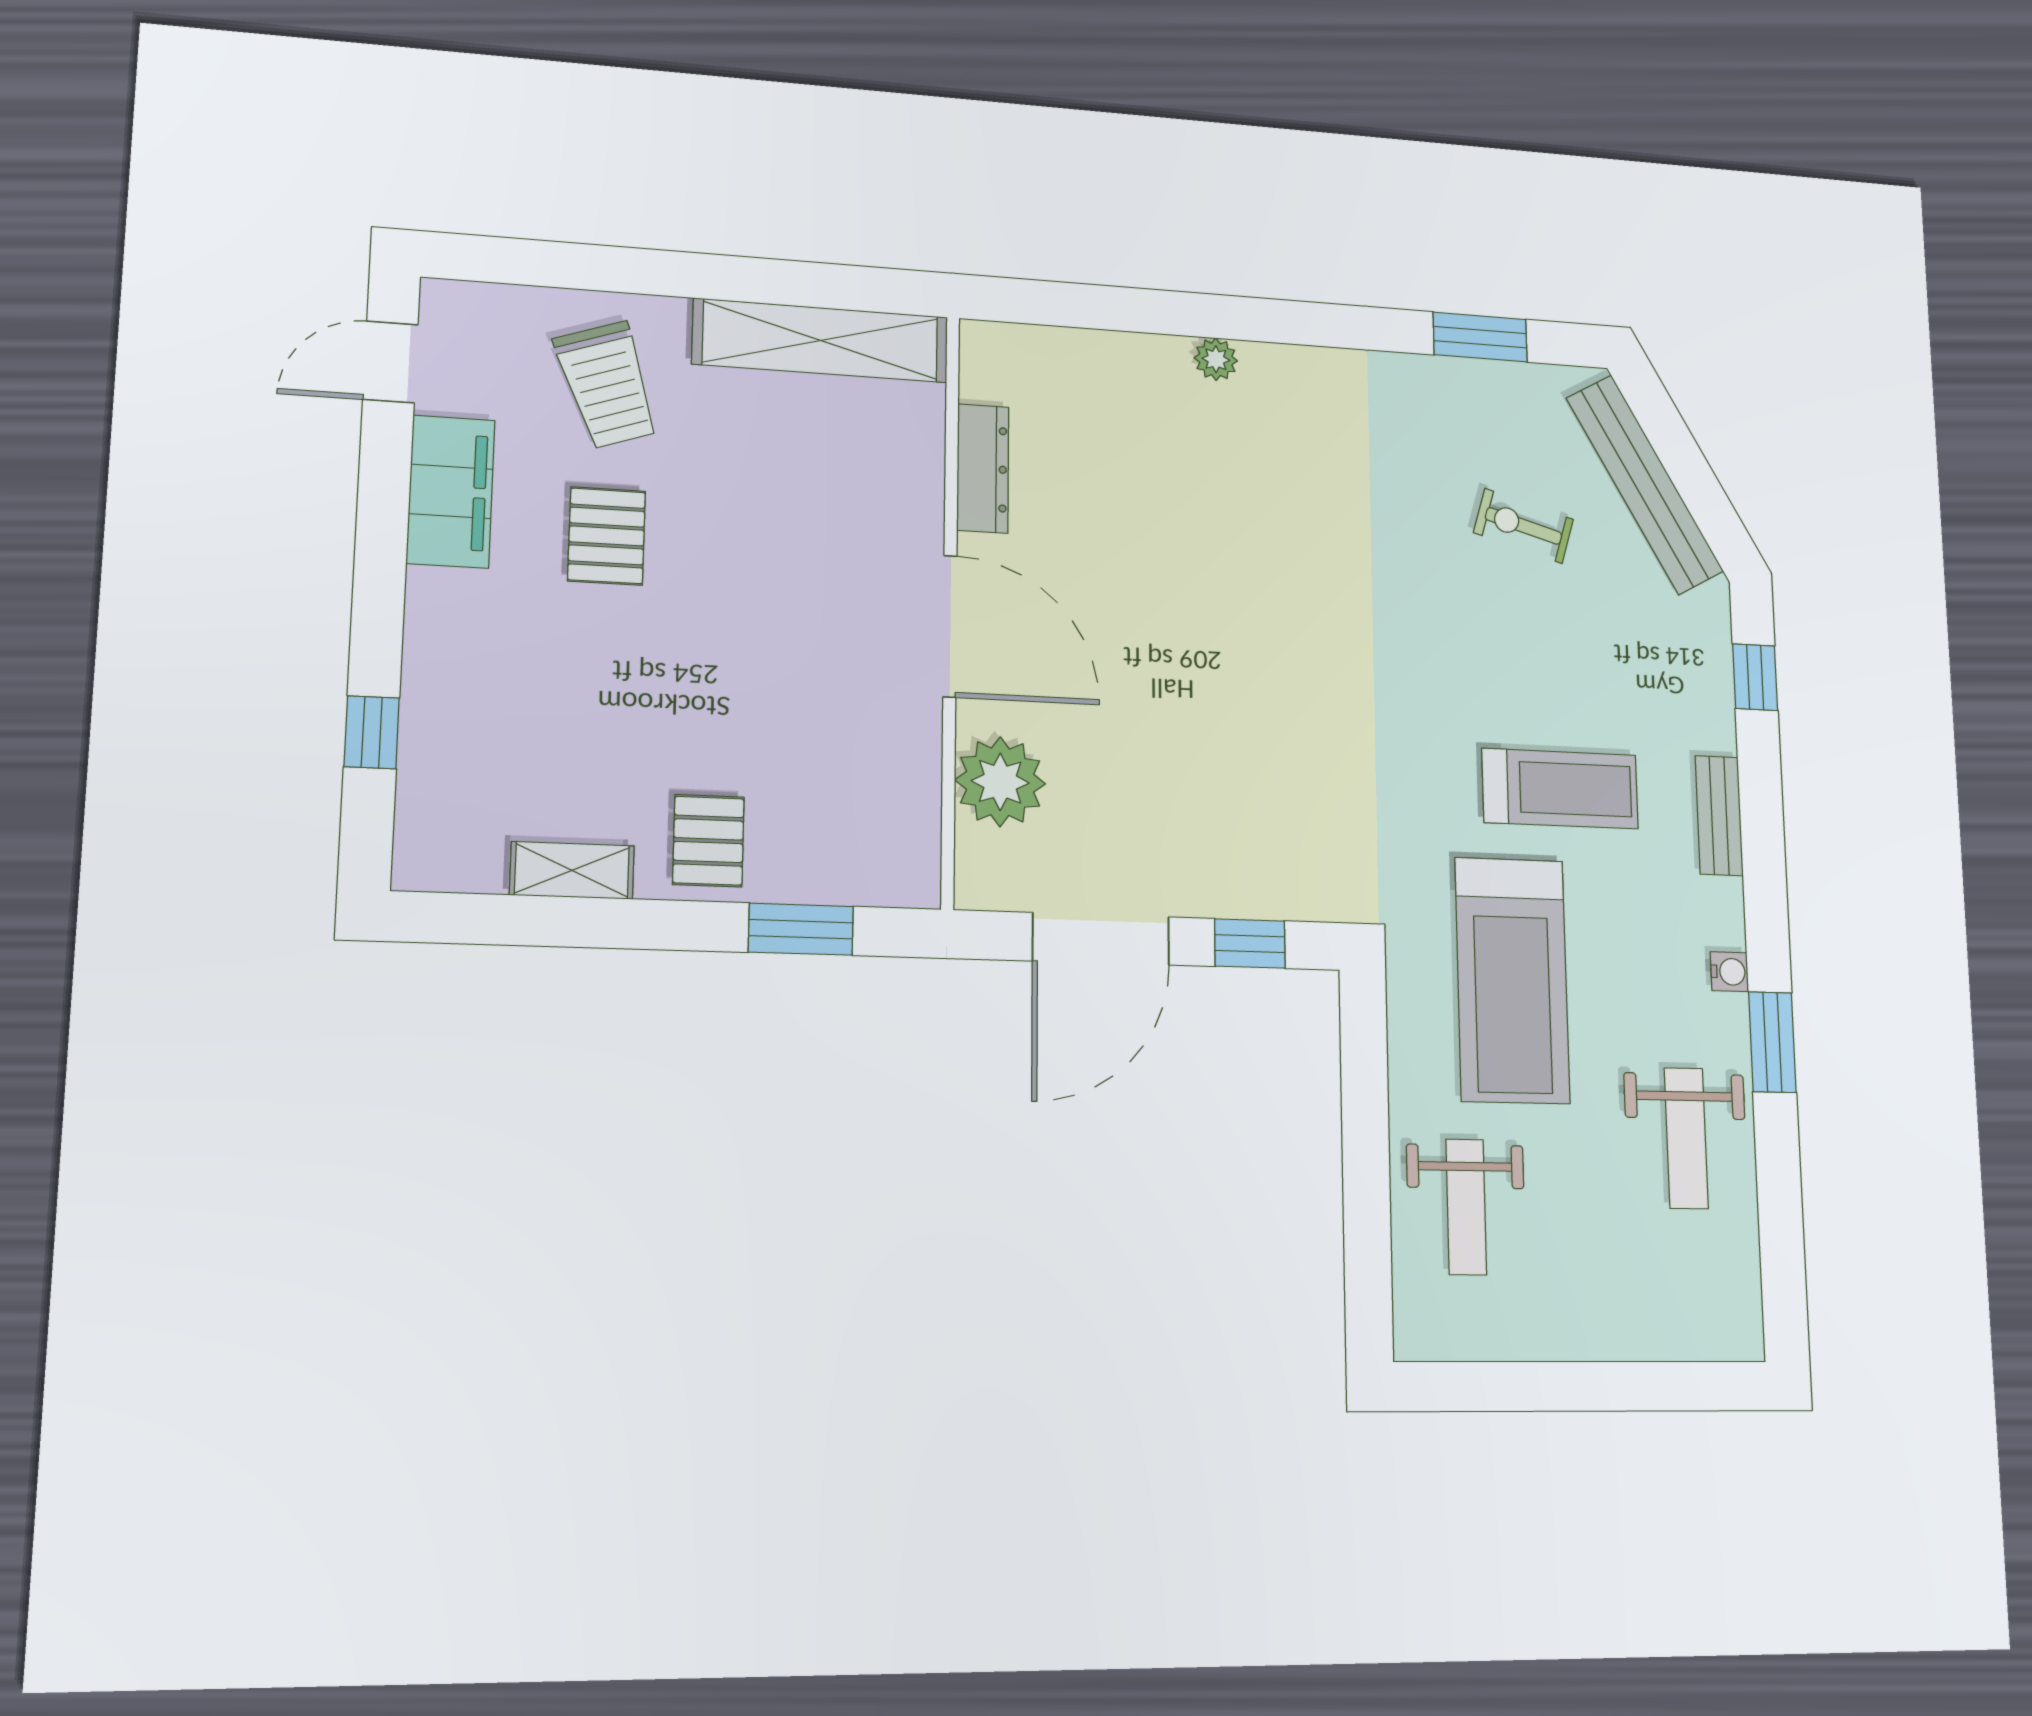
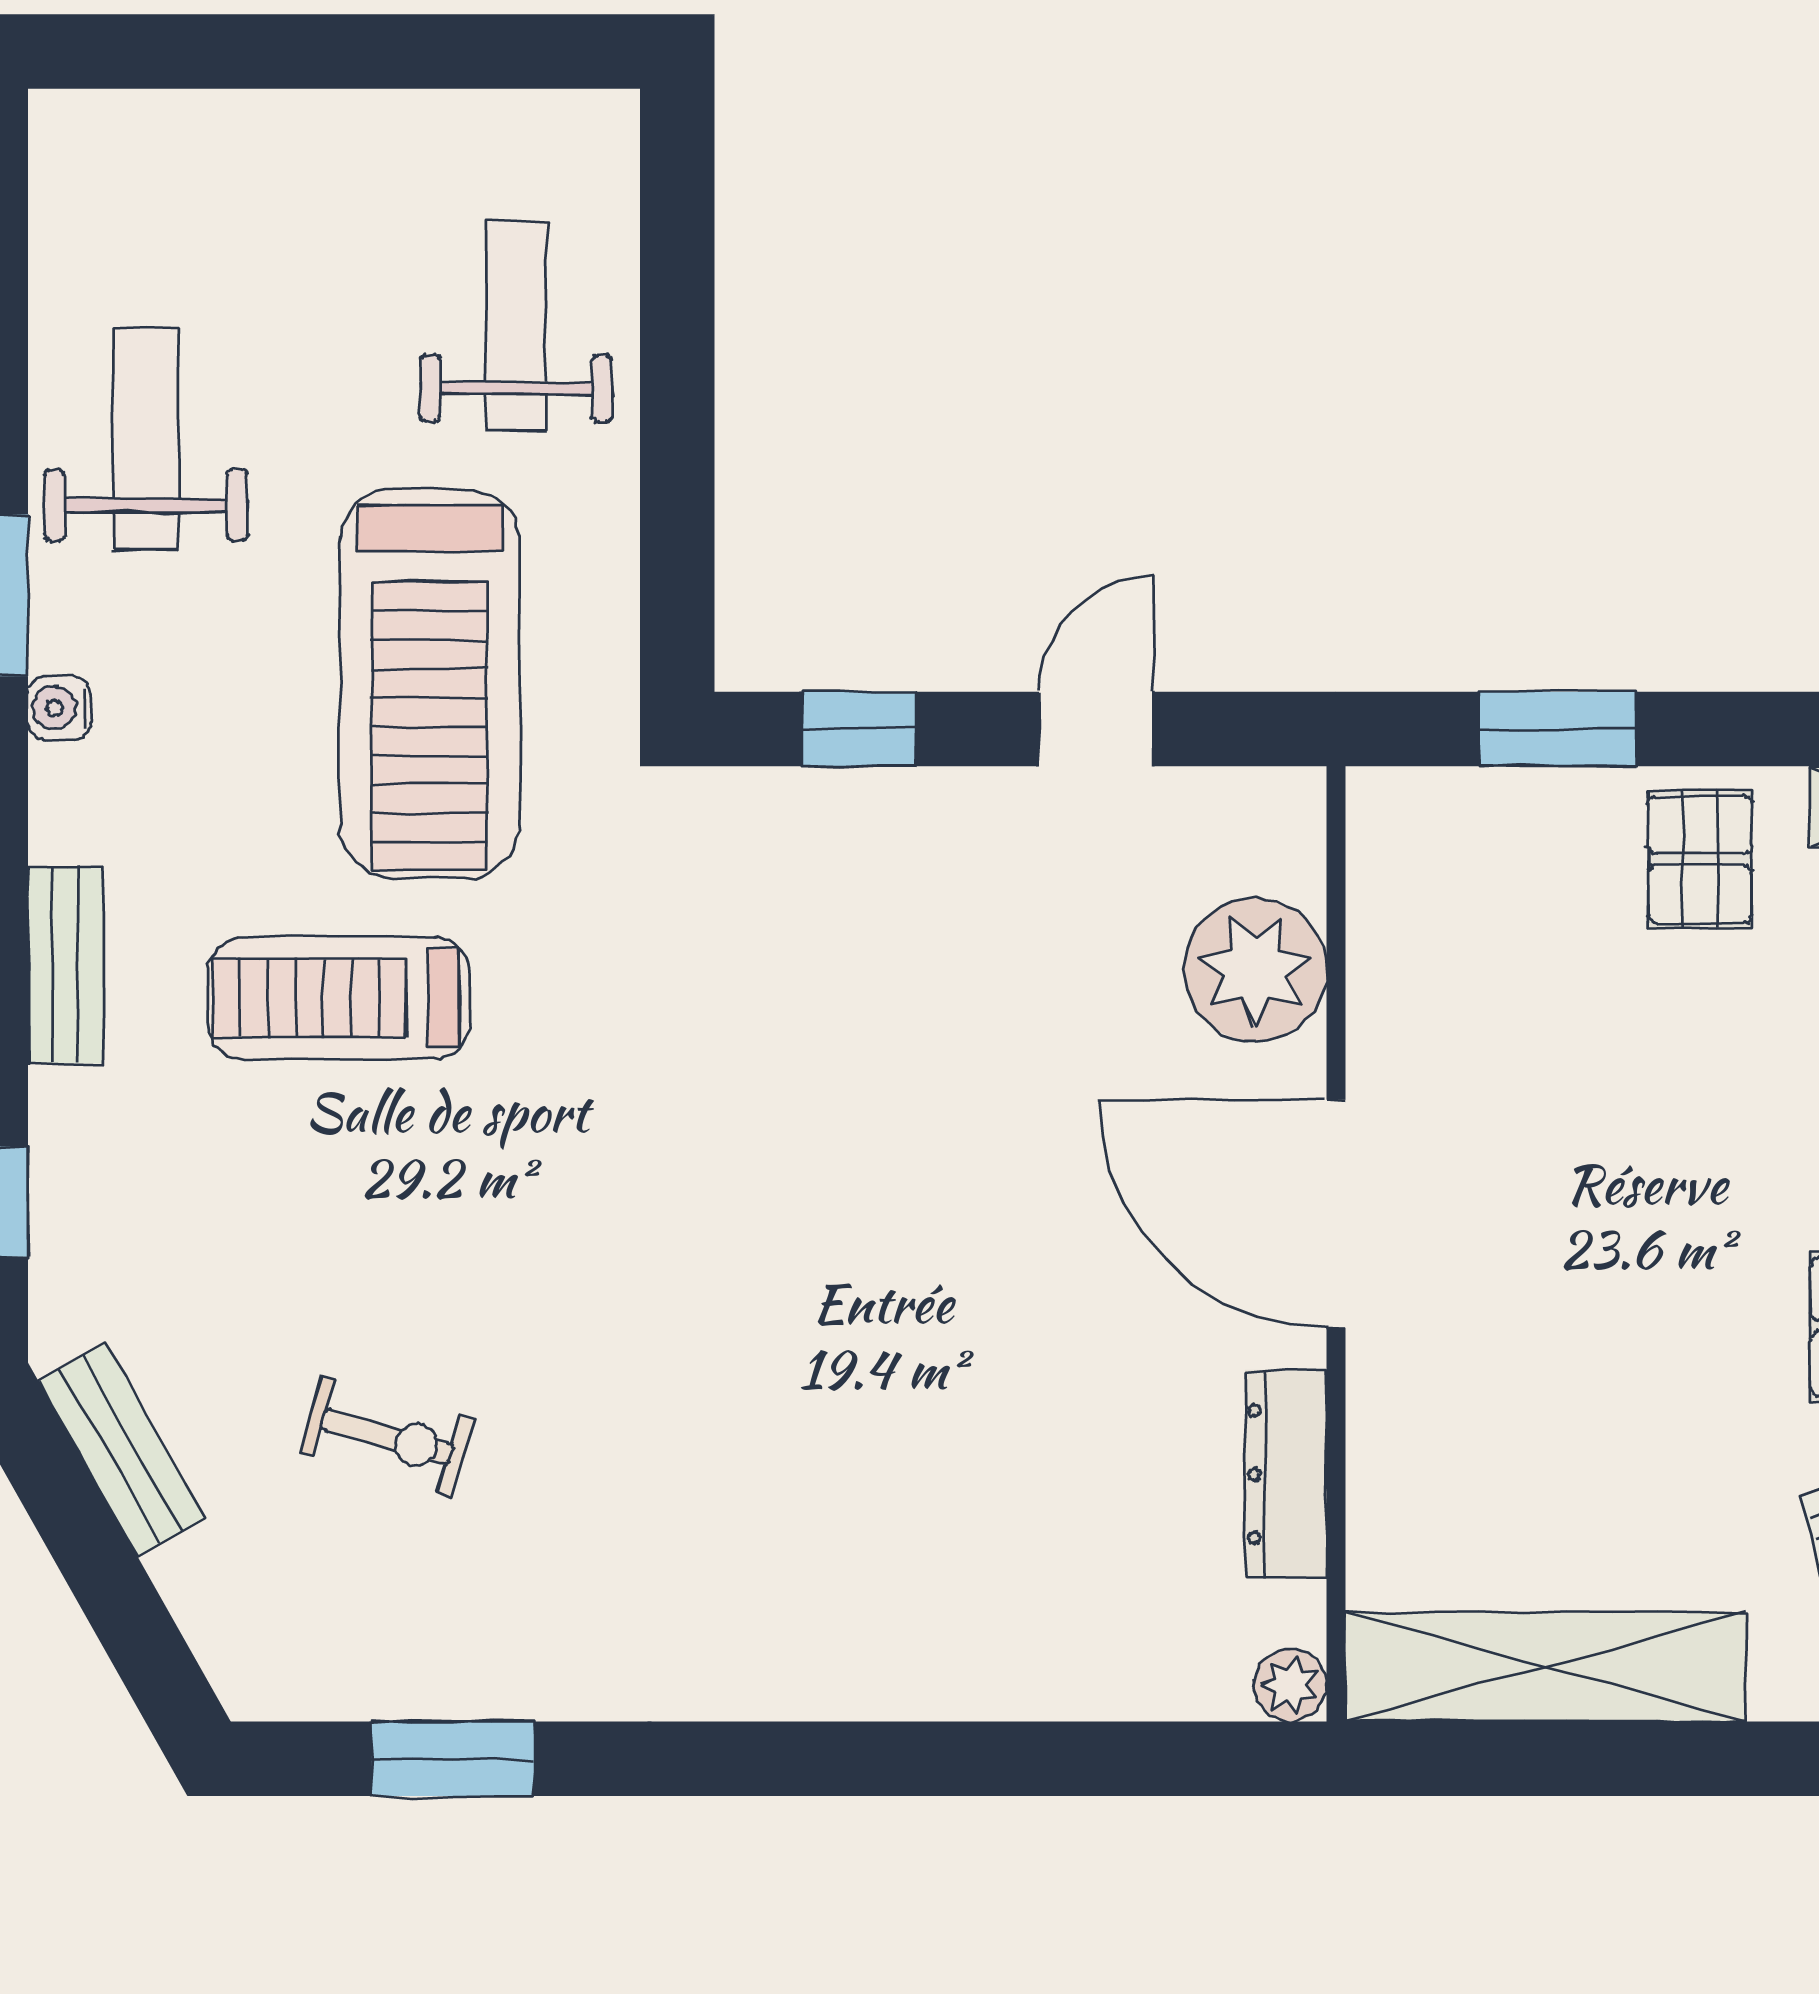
plant: (1216, 359) -> (1290, 1685), moved
bench: (1645, 485) -> (122, 1450), width x0.54, depth x0.82
door: (1101, 939) -> (1096, 729), width x0.53
treadmill: (1512, 980) -> (430, 684), turned 180

